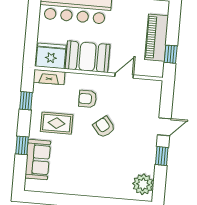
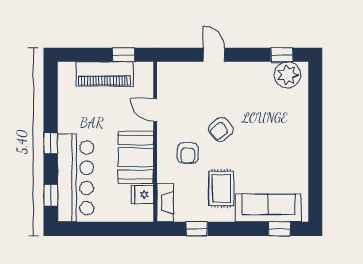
fridge: (51, 56) -> (142, 194), width x0.53, depth x0.75
window: (22, 145) -> (279, 229), moved
window: (162, 156) -> (282, 55), moved
sofa: (38, 159) -> (268, 208), width x1.36

